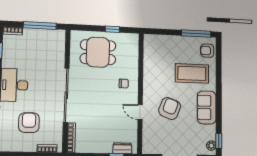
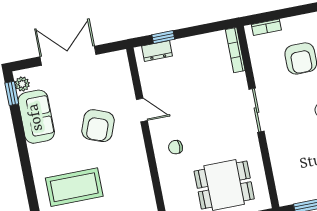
sliding door: (66, 95) -> (257, 110), width x0.54
sofa: (207, 107) -> (36, 117), moved

